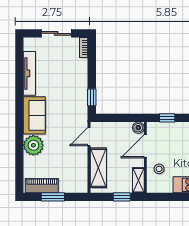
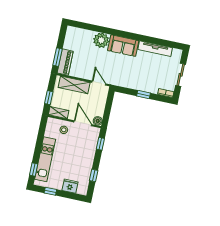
window: (92, 97) -> (143, 95), moved
piano: (42, 186) -> (65, 62), moved
window: (53, 197) -> (57, 57), moved

